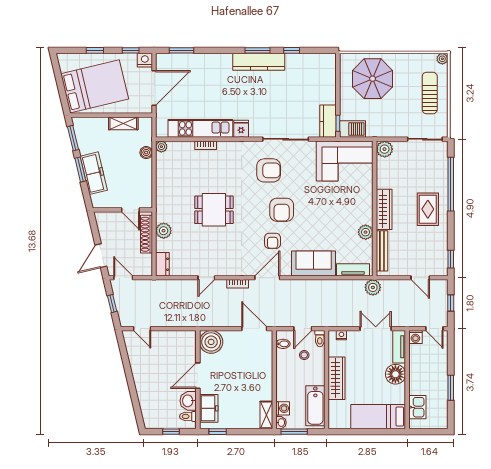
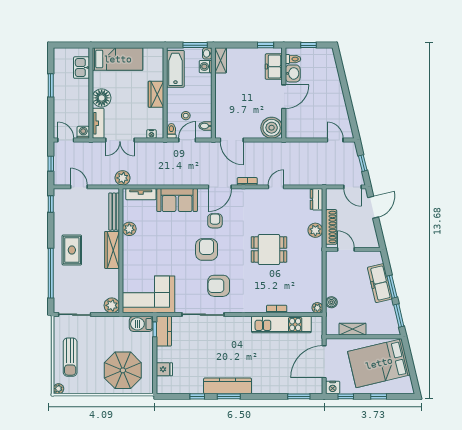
fridge: (241, 129) -> (164, 369), moved, turned -90
wardrobe: (337, 378) -> (156, 94), width x0.67

